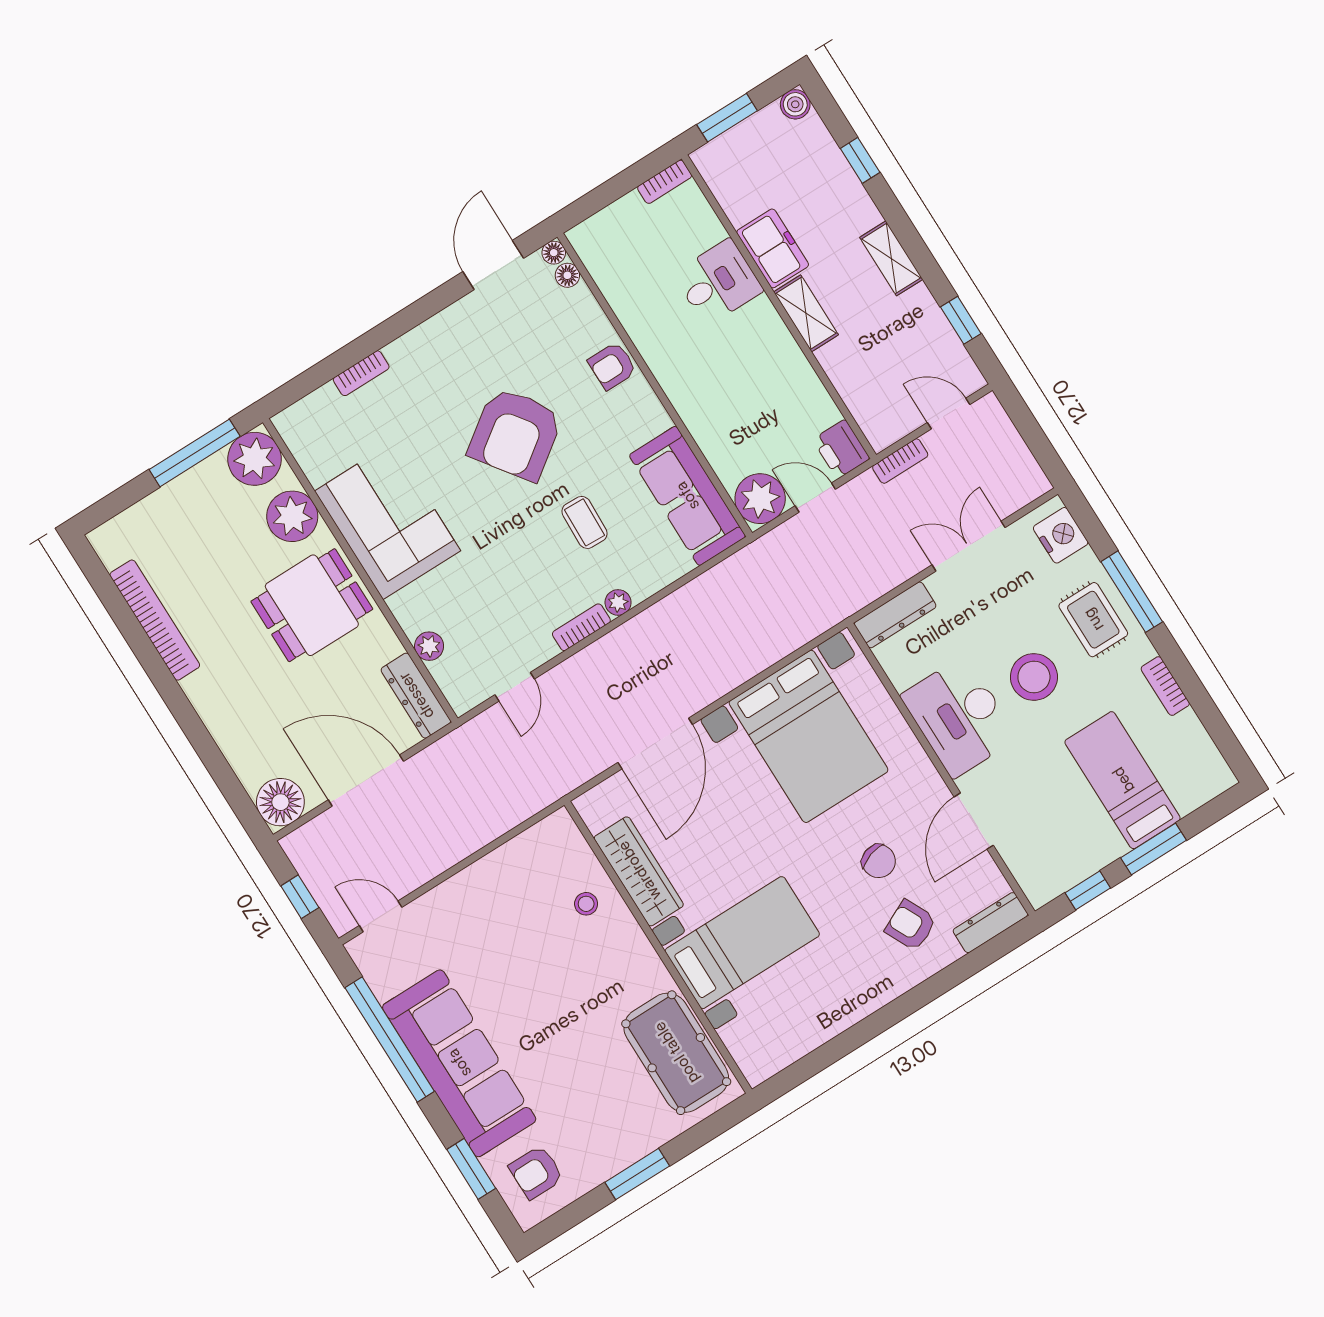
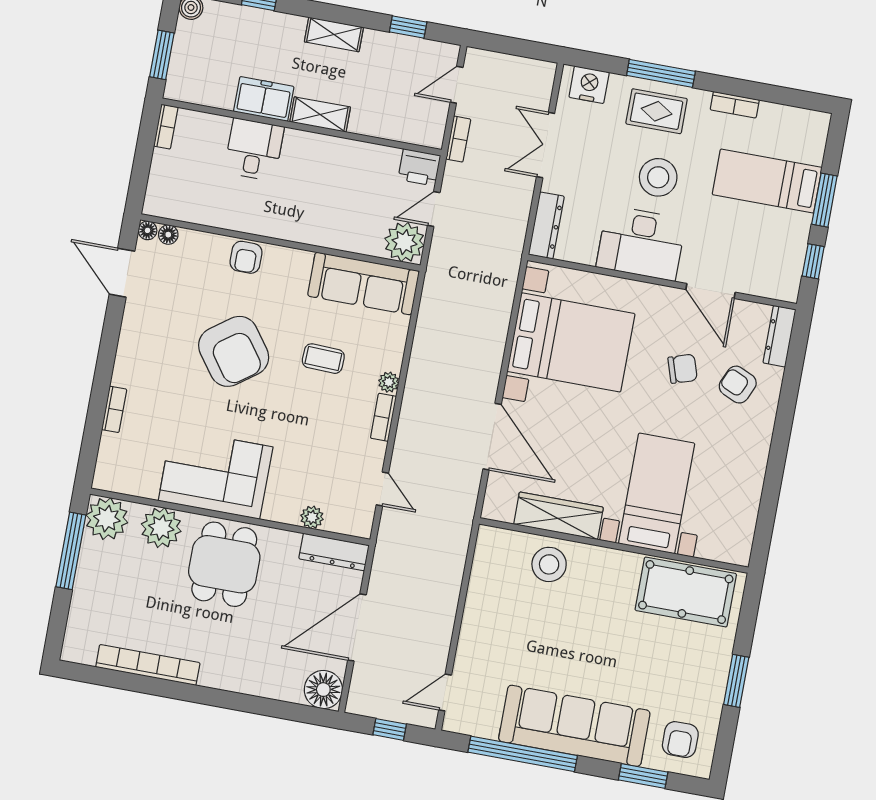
stool: (586, 904) -> (549, 564), width x1.89, depth x1.89
armchair: (911, 925) -> (738, 385), turned 50

